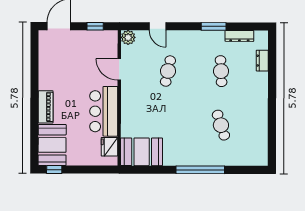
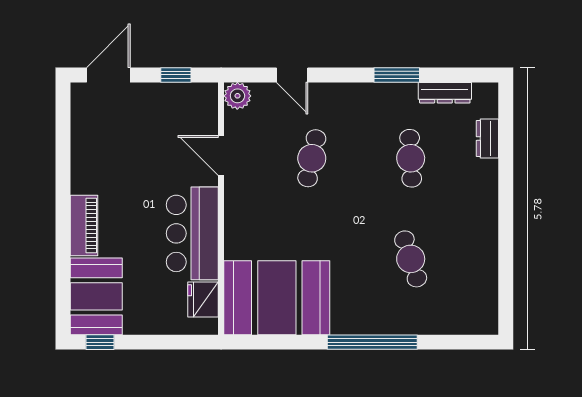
booth: (142, 152) -> (277, 298), width x1.36, depth x1.42

